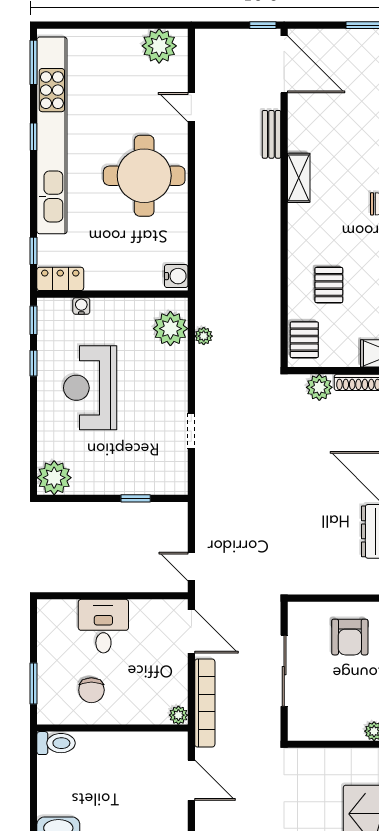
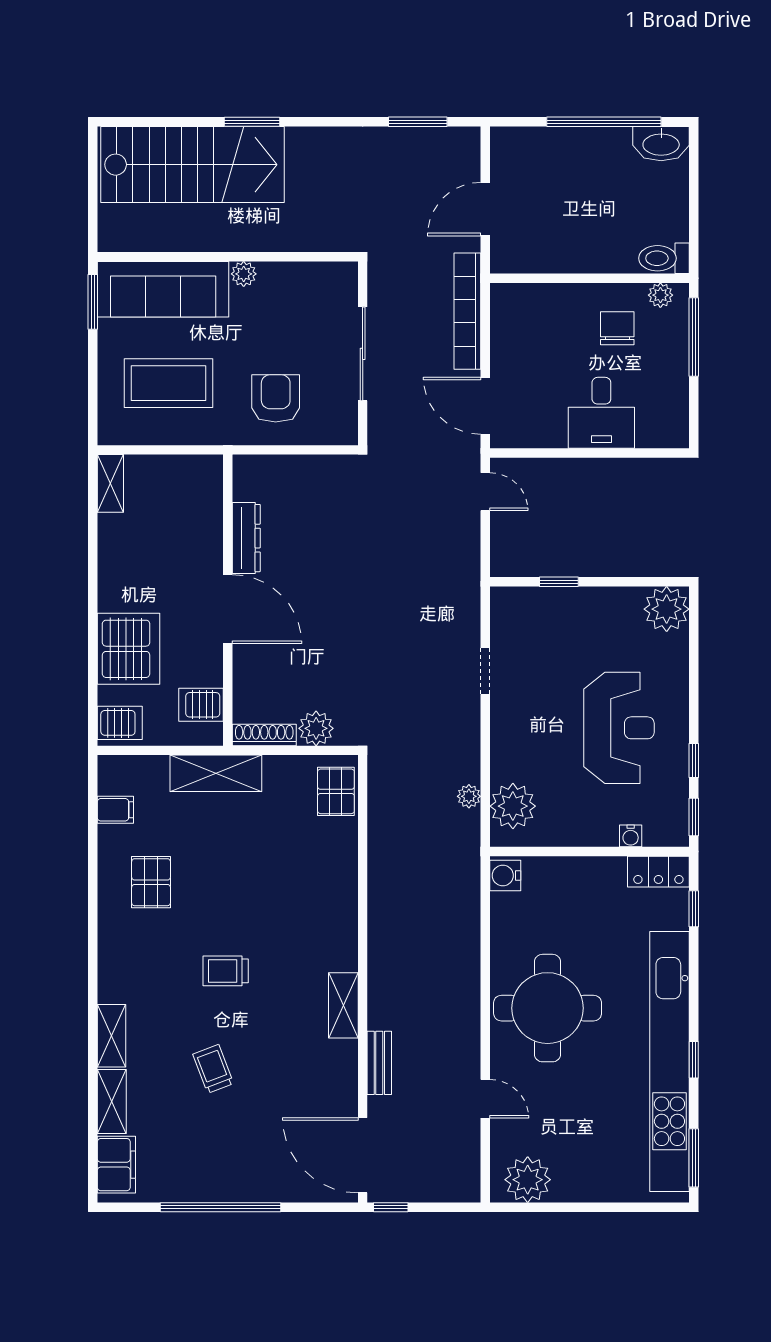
pallet: (329, 285) -> (303, 864), removed
window: (34, 684) -> (694, 337), width x1.44
plant: (178, 715) -> (660, 295), moved
door: (191, 780) -> (485, 209), hinge flipped

